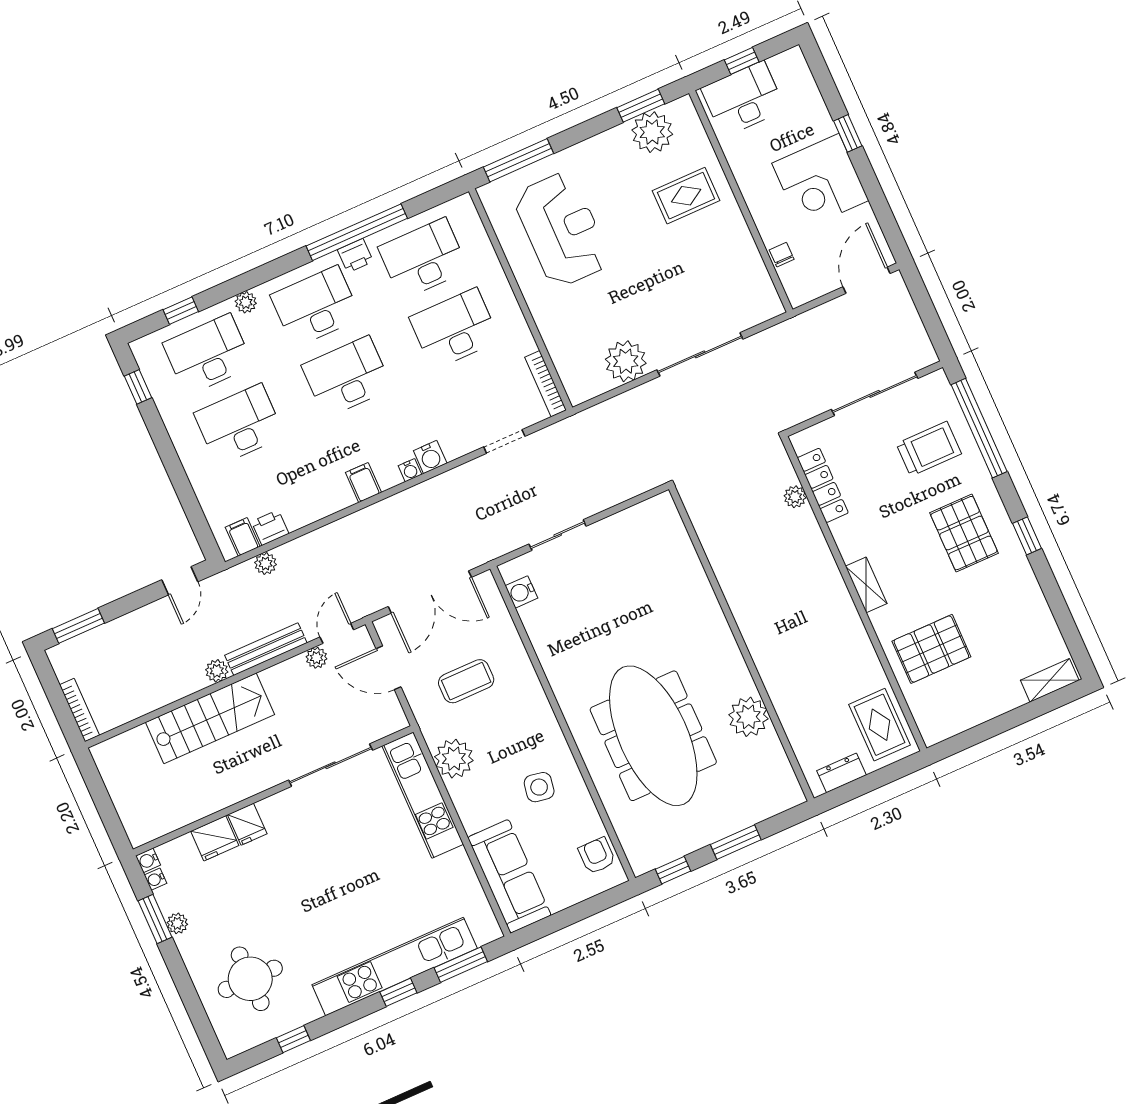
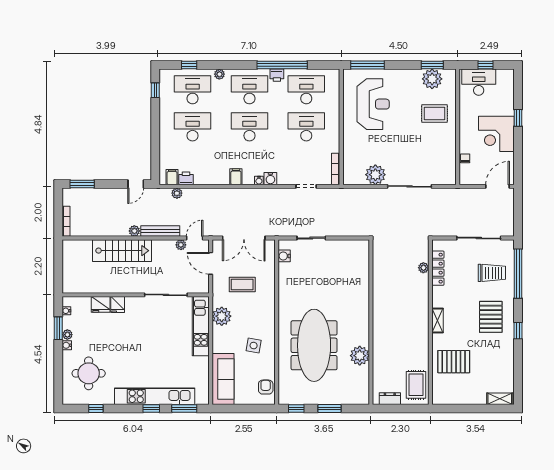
water cooler: (148, 860) -> (67, 345), moved

